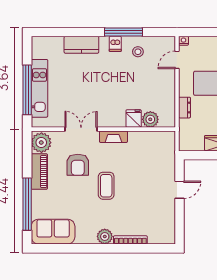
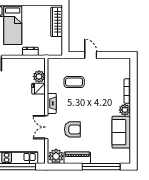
coffee table: (106, 186) -> (74, 82), moved
sofa: (53, 232) -> (121, 132), moved

